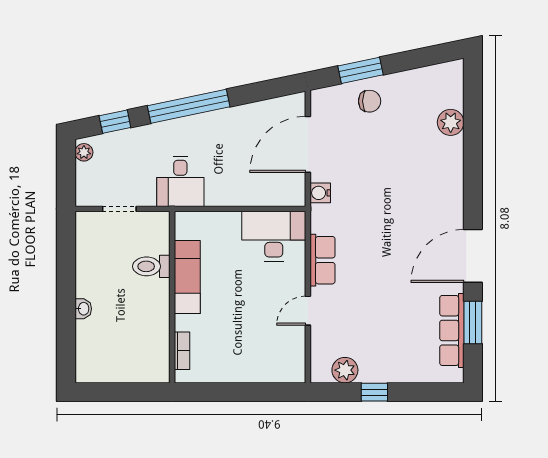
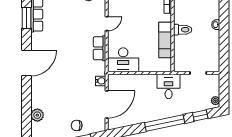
door: (473, 256) -> (26, 63), moved
toilet: (151, 266) -> (183, 30), moved

